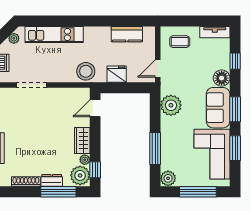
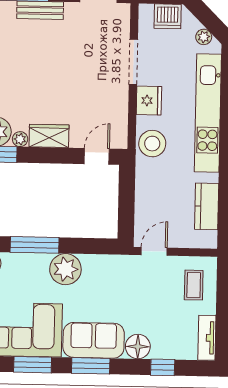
kitchen unit: (54, 35) -> (208, 113), width x1.36
door: (158, 69) -> (154, 251), hinge flipped
fridge: (117, 74) -> (149, 101), moved
plant: (171, 105) -> (65, 269), moved
door: (95, 108) -> (97, 156), hinge flipped

